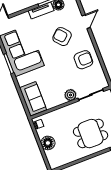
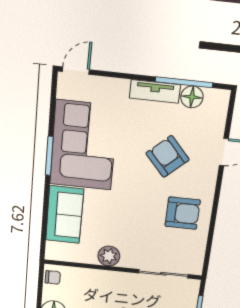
plant: (70, 95) -> (109, 256), moved
sofa: (33, 99) -> (65, 215), moved

